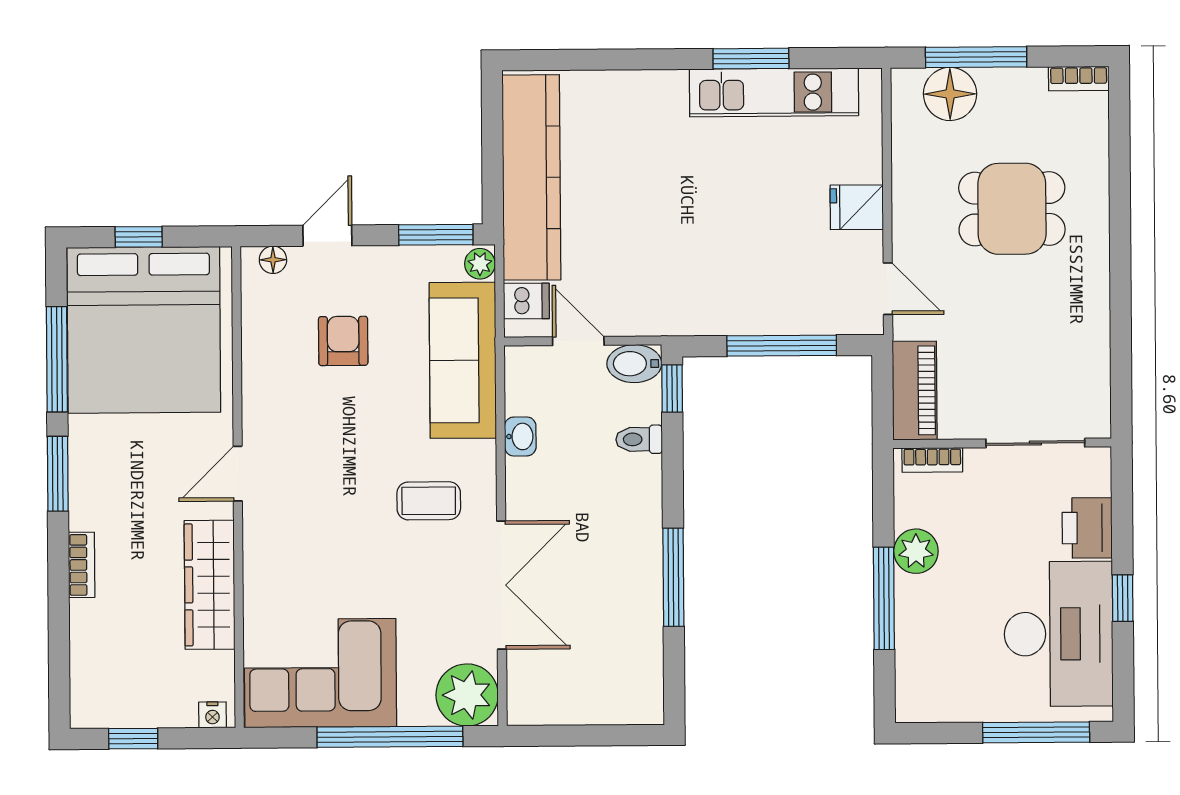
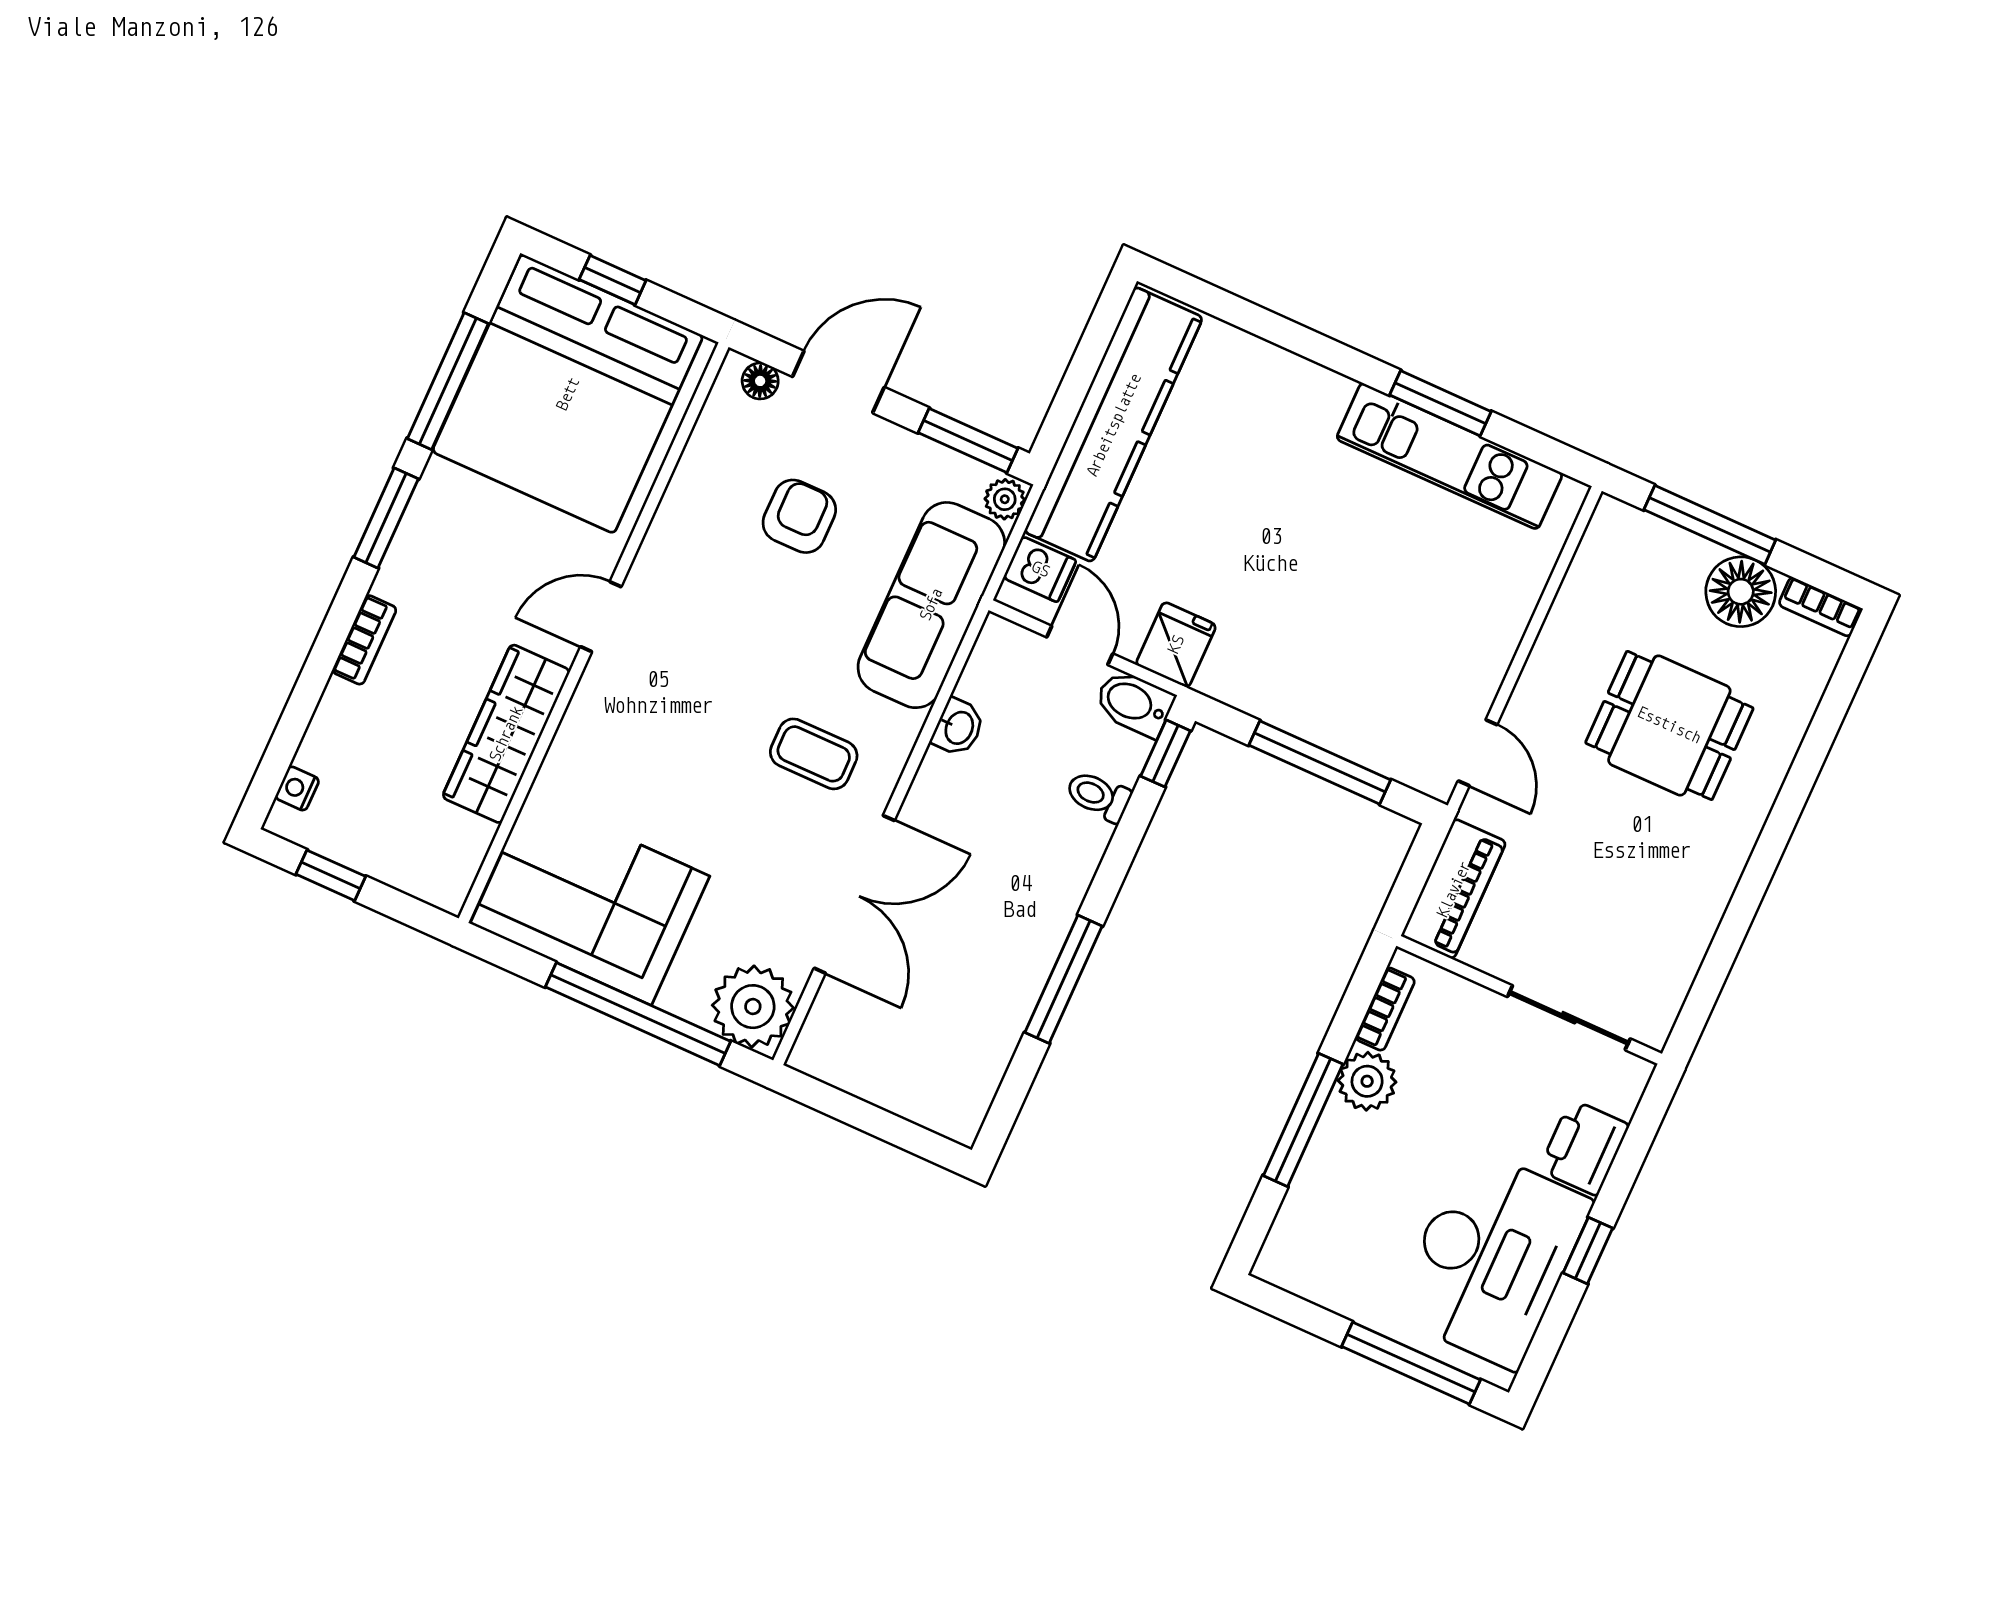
floor lamp: (950, 94) -> (1741, 592), moved
fridge: (857, 207) -> (1176, 645), moved, turned 90
door: (327, 236) -> (838, 382), width x1.38
bookcase: (932, 460) -> (1385, 1009), moved, turned -90
nightstand: (212, 715) -> (297, 788), moved, turned 90

